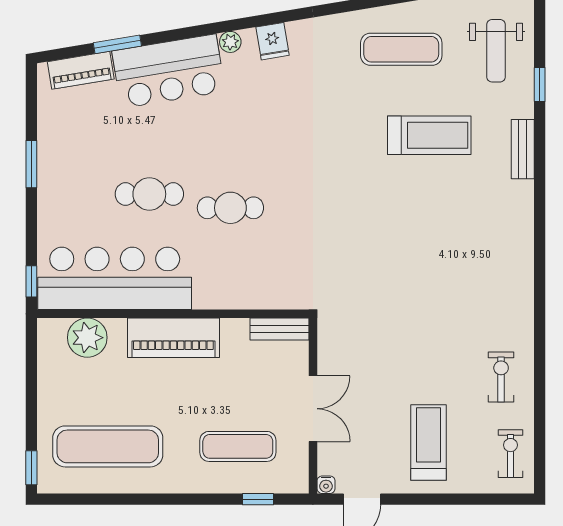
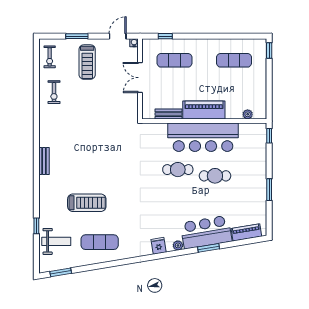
window: (117, 44) -> (209, 248), moved
weight bench: (496, 51) -> (56, 241), turned 90
treadmill: (429, 135) -> (87, 203), turned 180
bench: (523, 149) -> (44, 161), moved
bar counter: (115, 278) -> (203, 137), moved
bench: (280, 329) -> (169, 114), moved
plant: (87, 338) -> (248, 114), width x0.53, depth x0.53
exercise mat: (108, 446) -> (234, 60), width x0.73, depth x0.69
window: (451, 499) -> (77, 36), added

